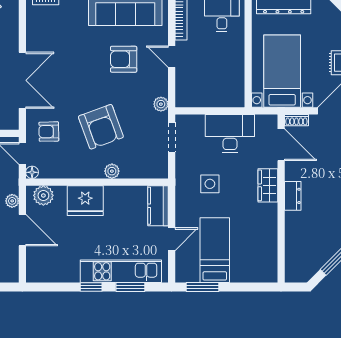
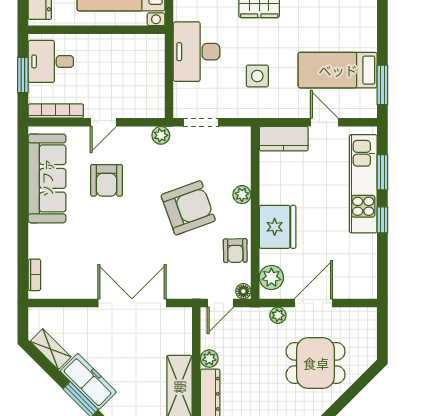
armchair: (49, 132) -> (235, 251), moved

